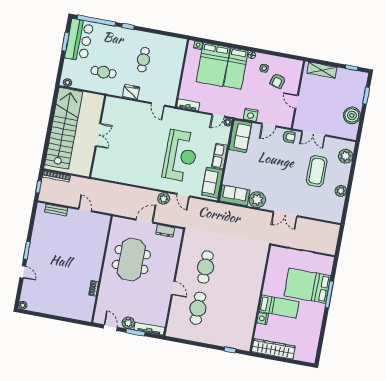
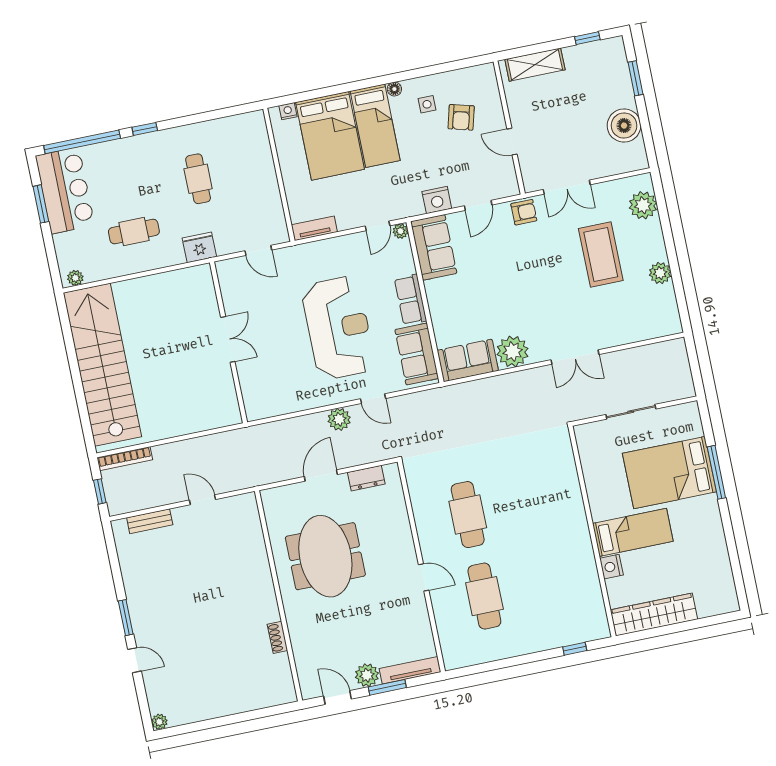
double door: (98, 135) -> (228, 339), moved
wall: (98, 136) -> (228, 342), moved

